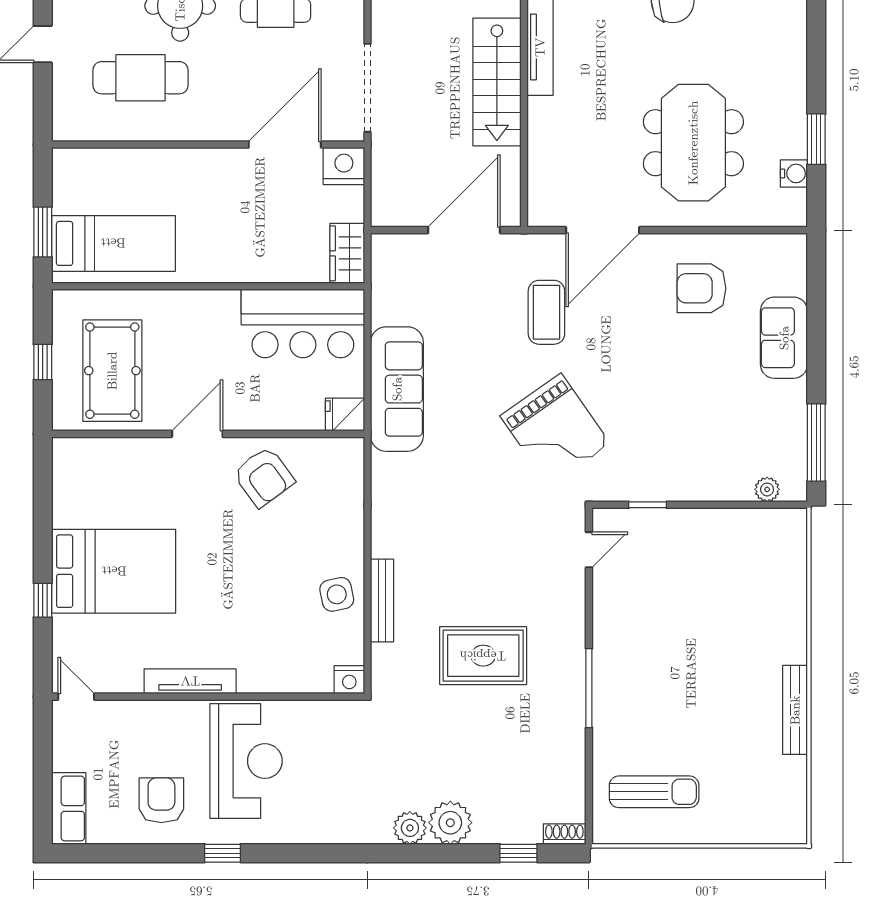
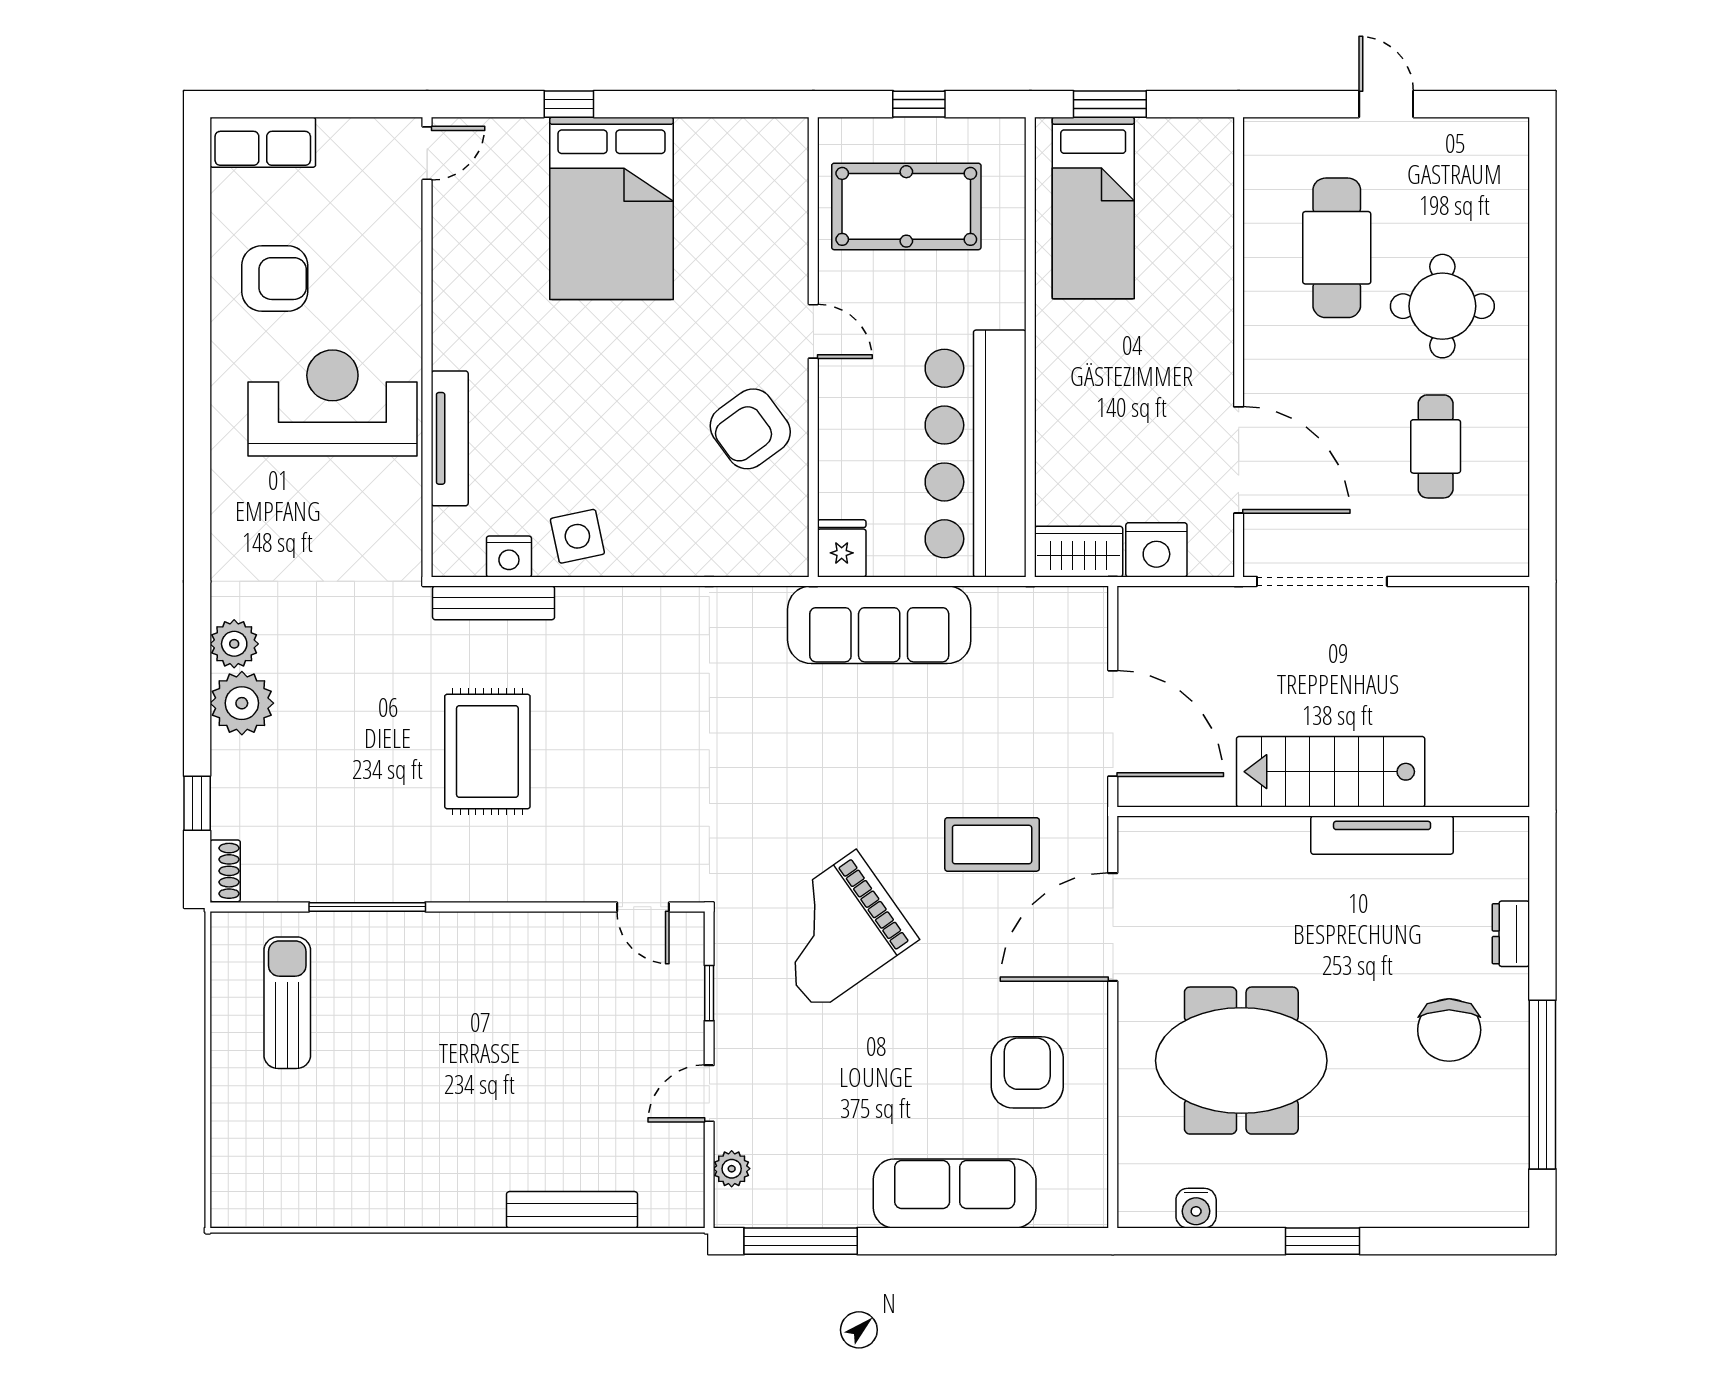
window: (816, 139) -> (1323, 1241), moved
nightstand: (344, 166) -> (1156, 550), moved, turned 90
door: (603, 230) -> (1113, 927), hinge flipped
bar counter: (303, 323) -> (976, 454), width x1.36
sofa: (784, 338) -> (955, 1194), width x1.36
grand piano: (555, 430) -> (836, 931), moved
door: (197, 434) -> (813, 331), width x0.73
door: (716, 505) -> (709, 1093), added
bench: (382, 601) -> (494, 603), moved
nightstand: (349, 680) -> (509, 557), moved, turned -90
tv unit: (190, 681) -> (450, 438), moved
window: (589, 688) -> (367, 907), moved
bench: (795, 710) -> (572, 1210), moved
reception desk: (246, 761) -> (332, 403), turned 180
sun lounger: (654, 792) -> (287, 1003), turned 180
window: (223, 853) -> (197, 368), removed

